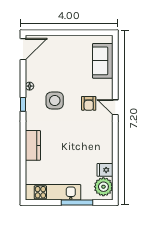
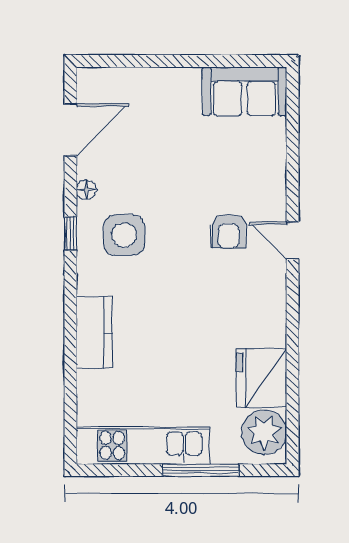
door: (23, 49) -> (70, 130), moved
sofa: (103, 61) -> (245, 91), moved, turned -90
side table: (55, 100) -> (124, 235), moved
fridge: (105, 170) -> (262, 378), width x1.88, depth x1.34

